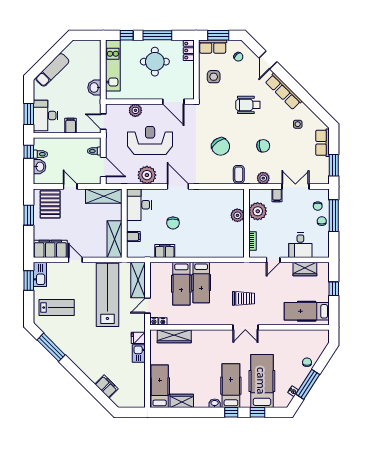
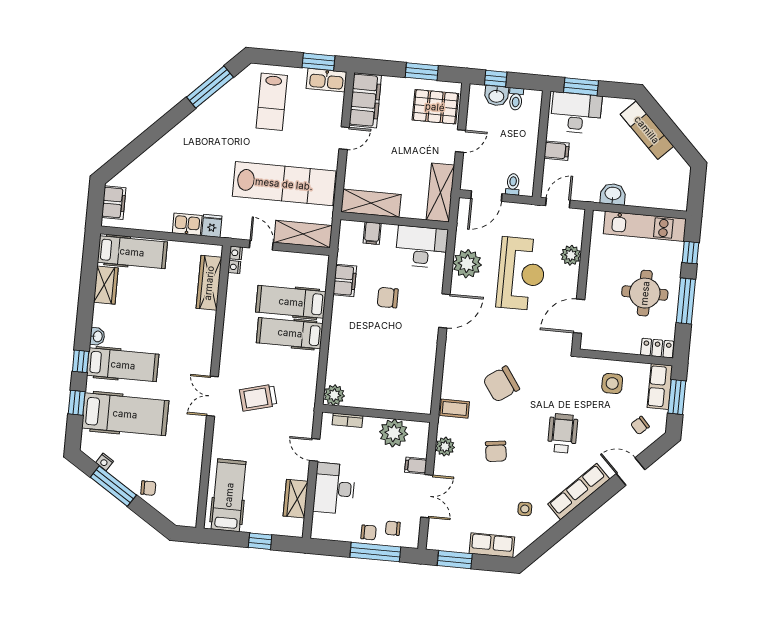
window: (29, 152) -> (496, 79), moved
plant: (237, 215) -> (334, 395), moved
desk: (300, 245) -> (334, 488), width x1.37
trolley: (244, 298) -> (258, 398), turned 75
filing cabinet: (106, 387) -> (114, 203), moved, turned -45

